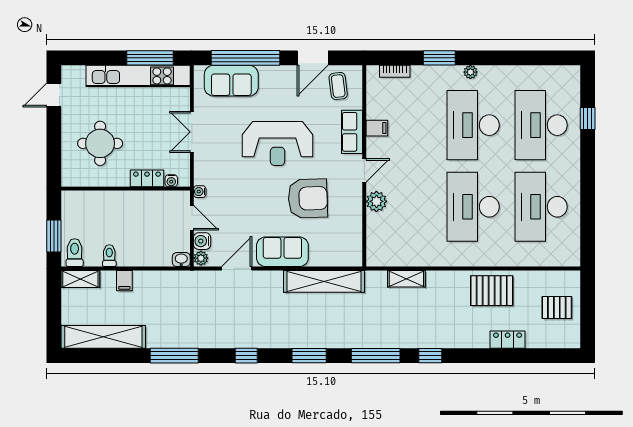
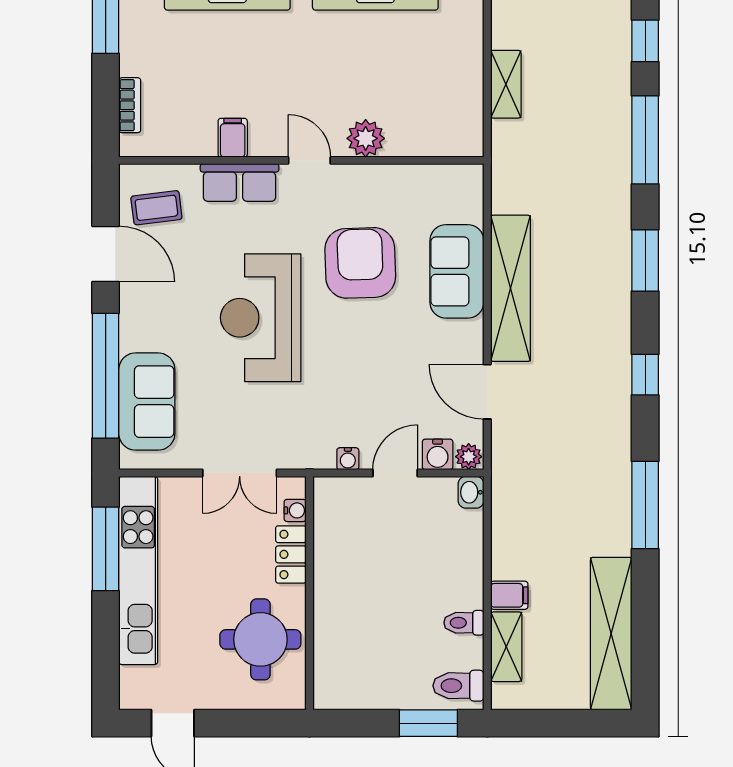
reception desk: (278, 143) -> (261, 318), turned 180
locker: (147, 178) -> (291, 554), moved
water cooler: (171, 181) -> (295, 510), moved
wall: (126, 189) -> (310, 593), moved
sofa: (282, 252) -> (457, 271), moved
shelving: (80, 279) -> (506, 647), moved
shelving: (324, 281) -> (510, 288), moved

